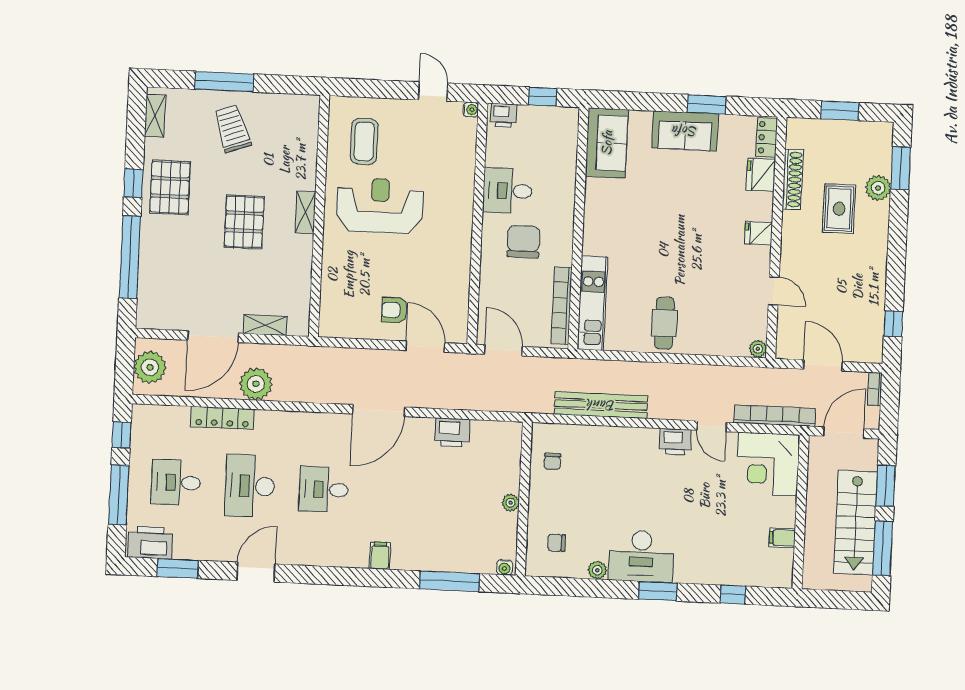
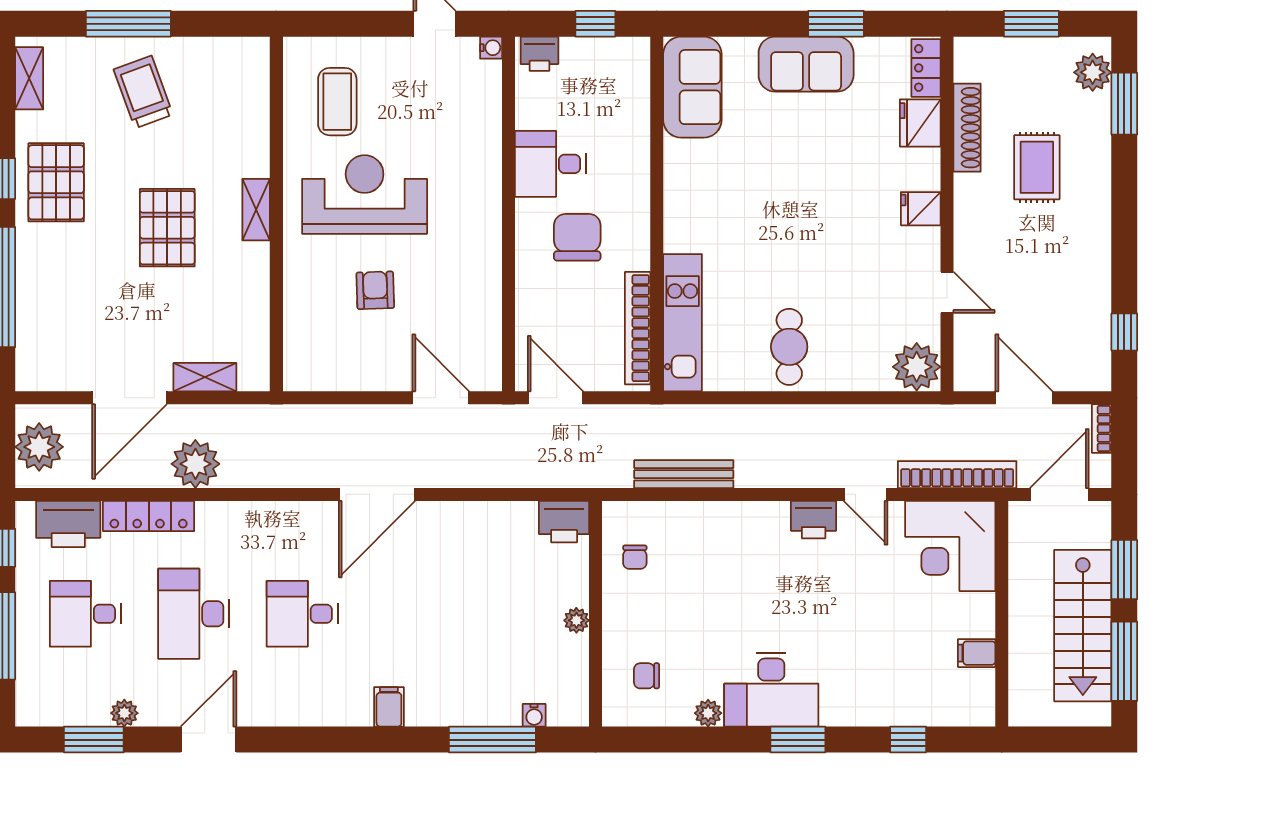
plant: (878, 188) -> (1093, 72), moved
armchair: (394, 310) -> (375, 290), moved, turned 88
plant: (758, 349) -> (917, 367), width x1.87, depth x1.87
bench: (601, 405) -> (684, 474), width x0.73, depth x0.82
printer: (452, 433) -> (564, 522), moved
printer: (150, 543) -> (68, 524), moved, turned 180
plant: (199, 551) -> (124, 713), added
water cooler: (505, 567) -> (534, 715), moved

